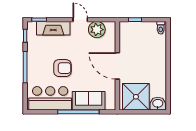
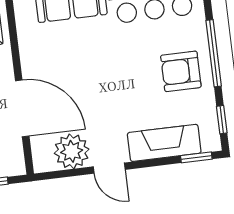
door: (117, 66) -> (22, 108), moved
armchair: (62, 68) -> (181, 71), moved

